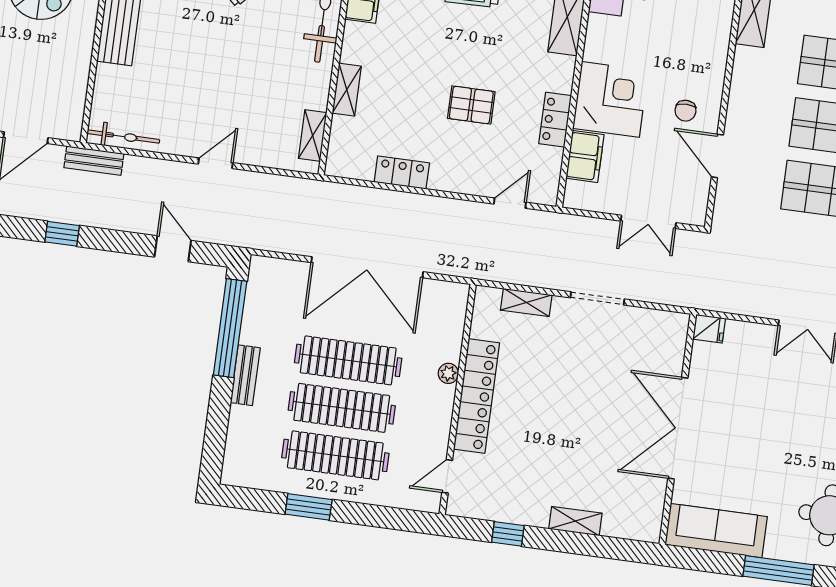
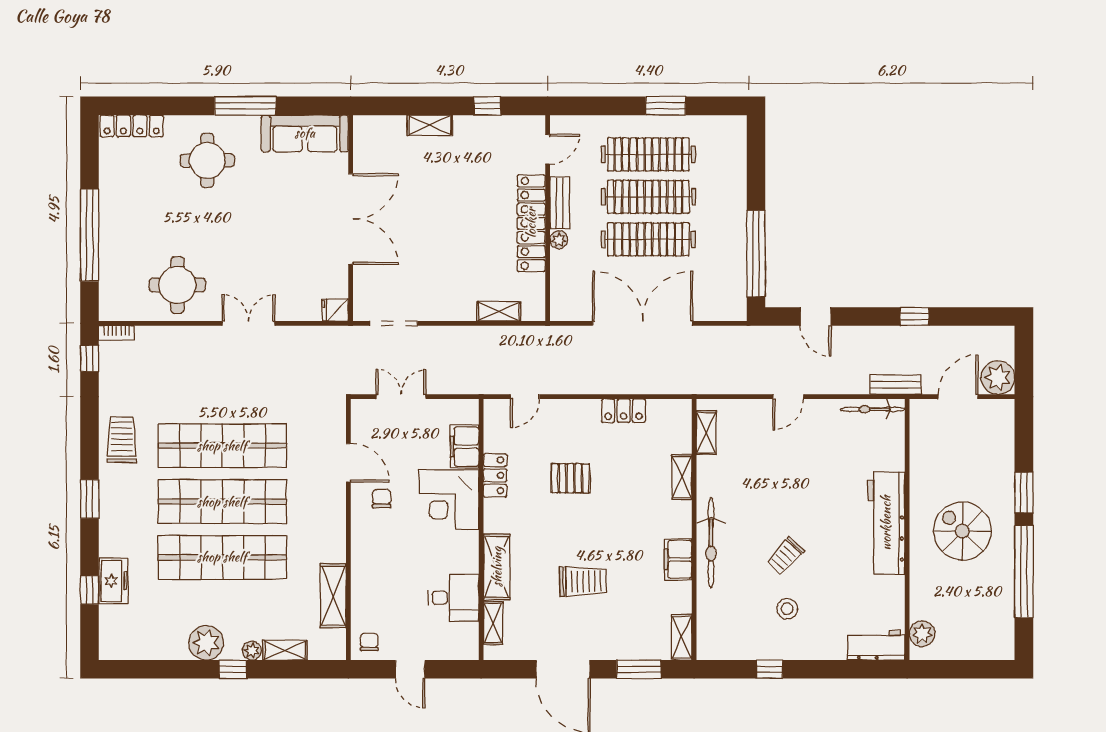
doorway: (597, 298) -> (393, 323), moved
bench: (245, 375) -> (560, 203), moved

